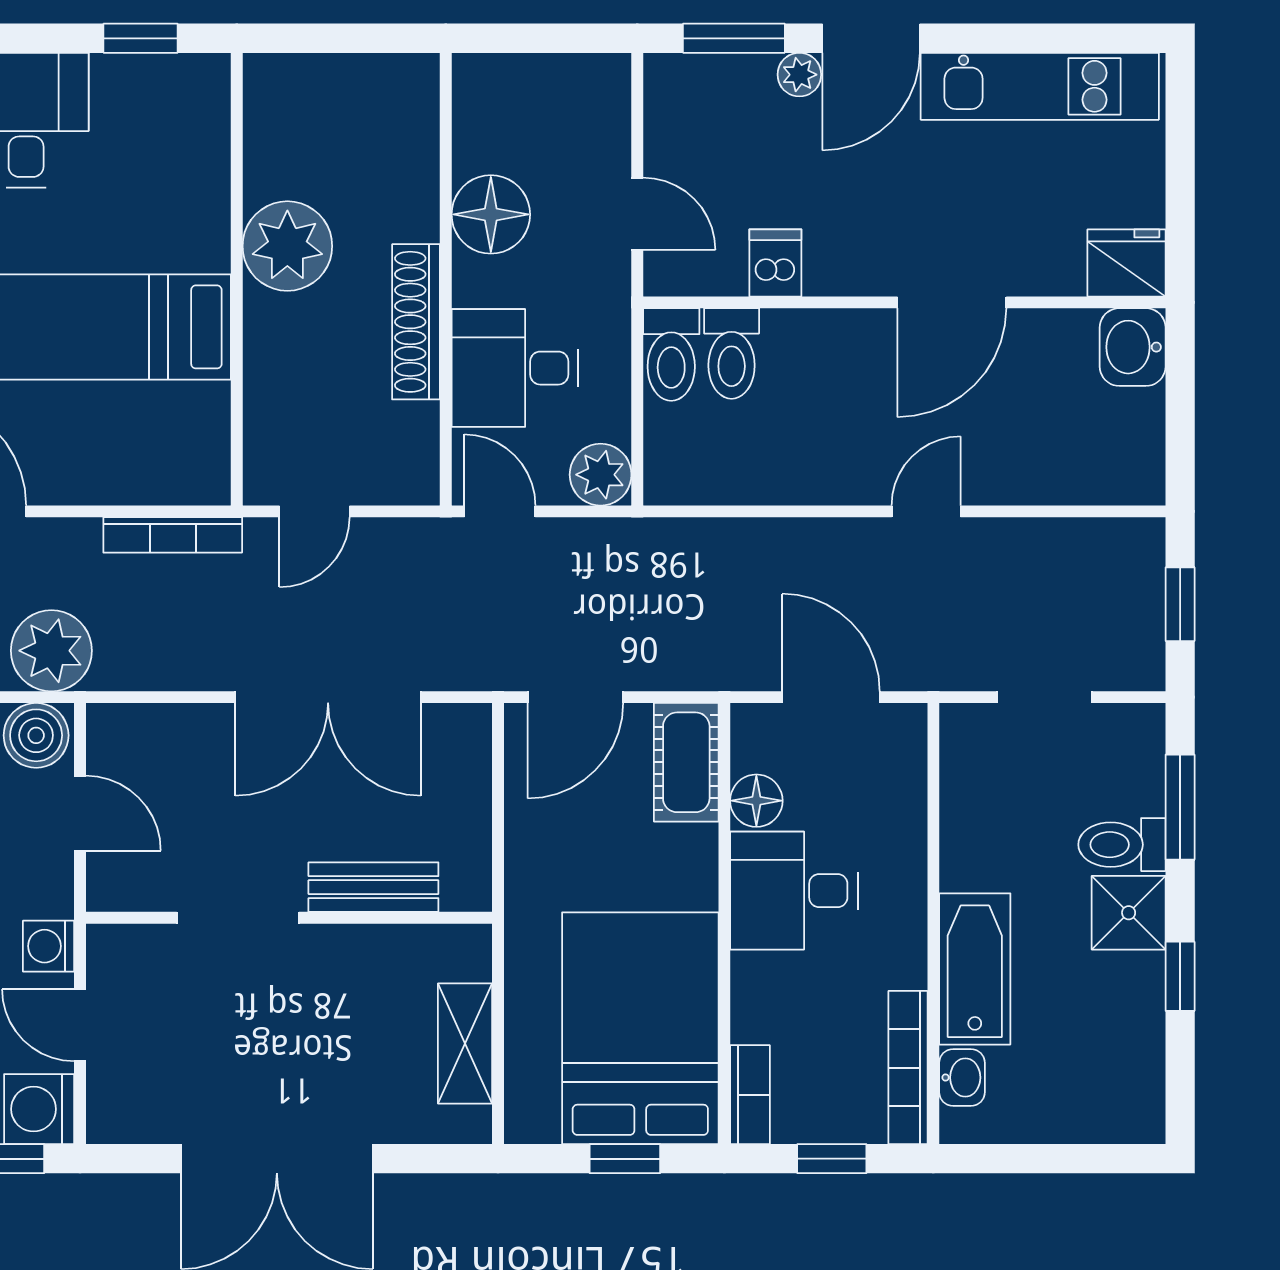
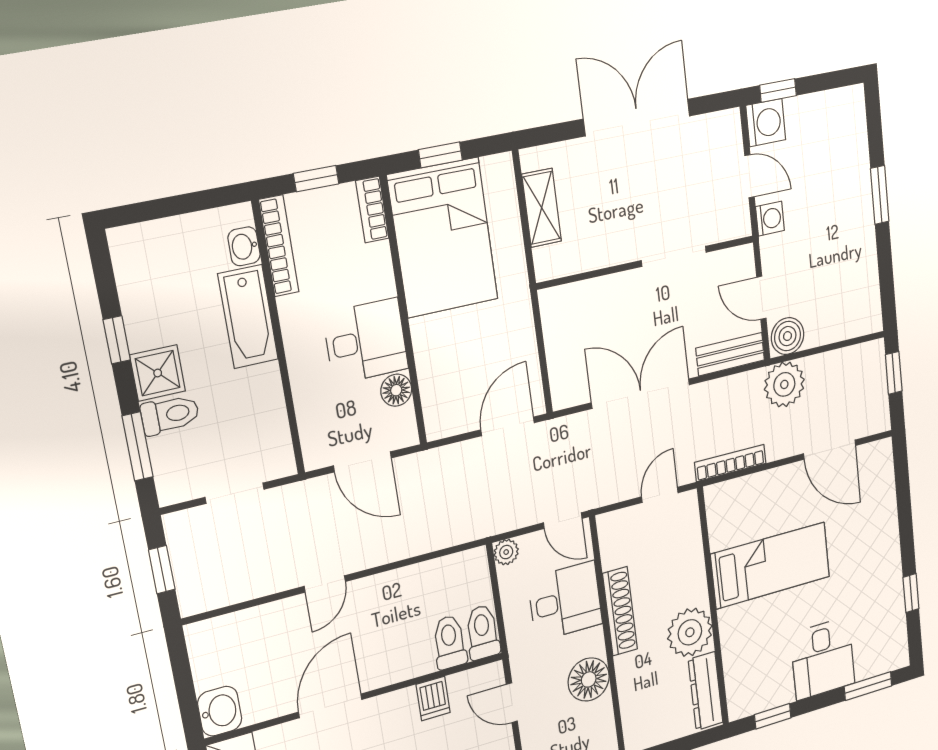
dresser: (270, 127) -> (706, 691), added
plant: (601, 475) -> (506, 552), width x0.73, depth x0.73
cot: (686, 762) -> (440, 403), removed
bench: (373, 887) -> (730, 354), moved

